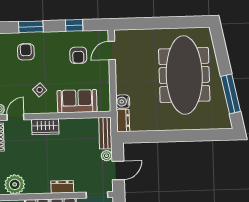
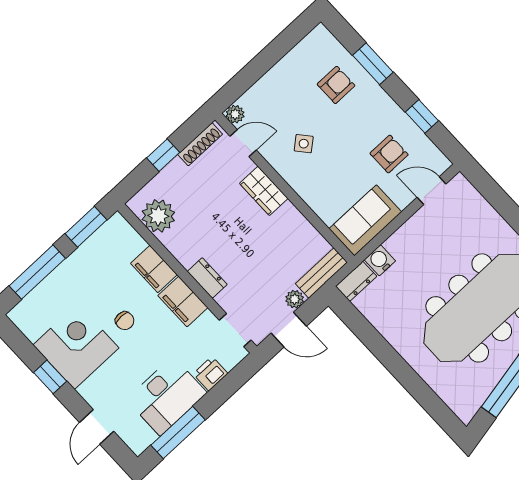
armchair: (78, 55) -> (389, 154), turned 180
sofa: (77, 101) -> (365, 220), moved, turned -90

